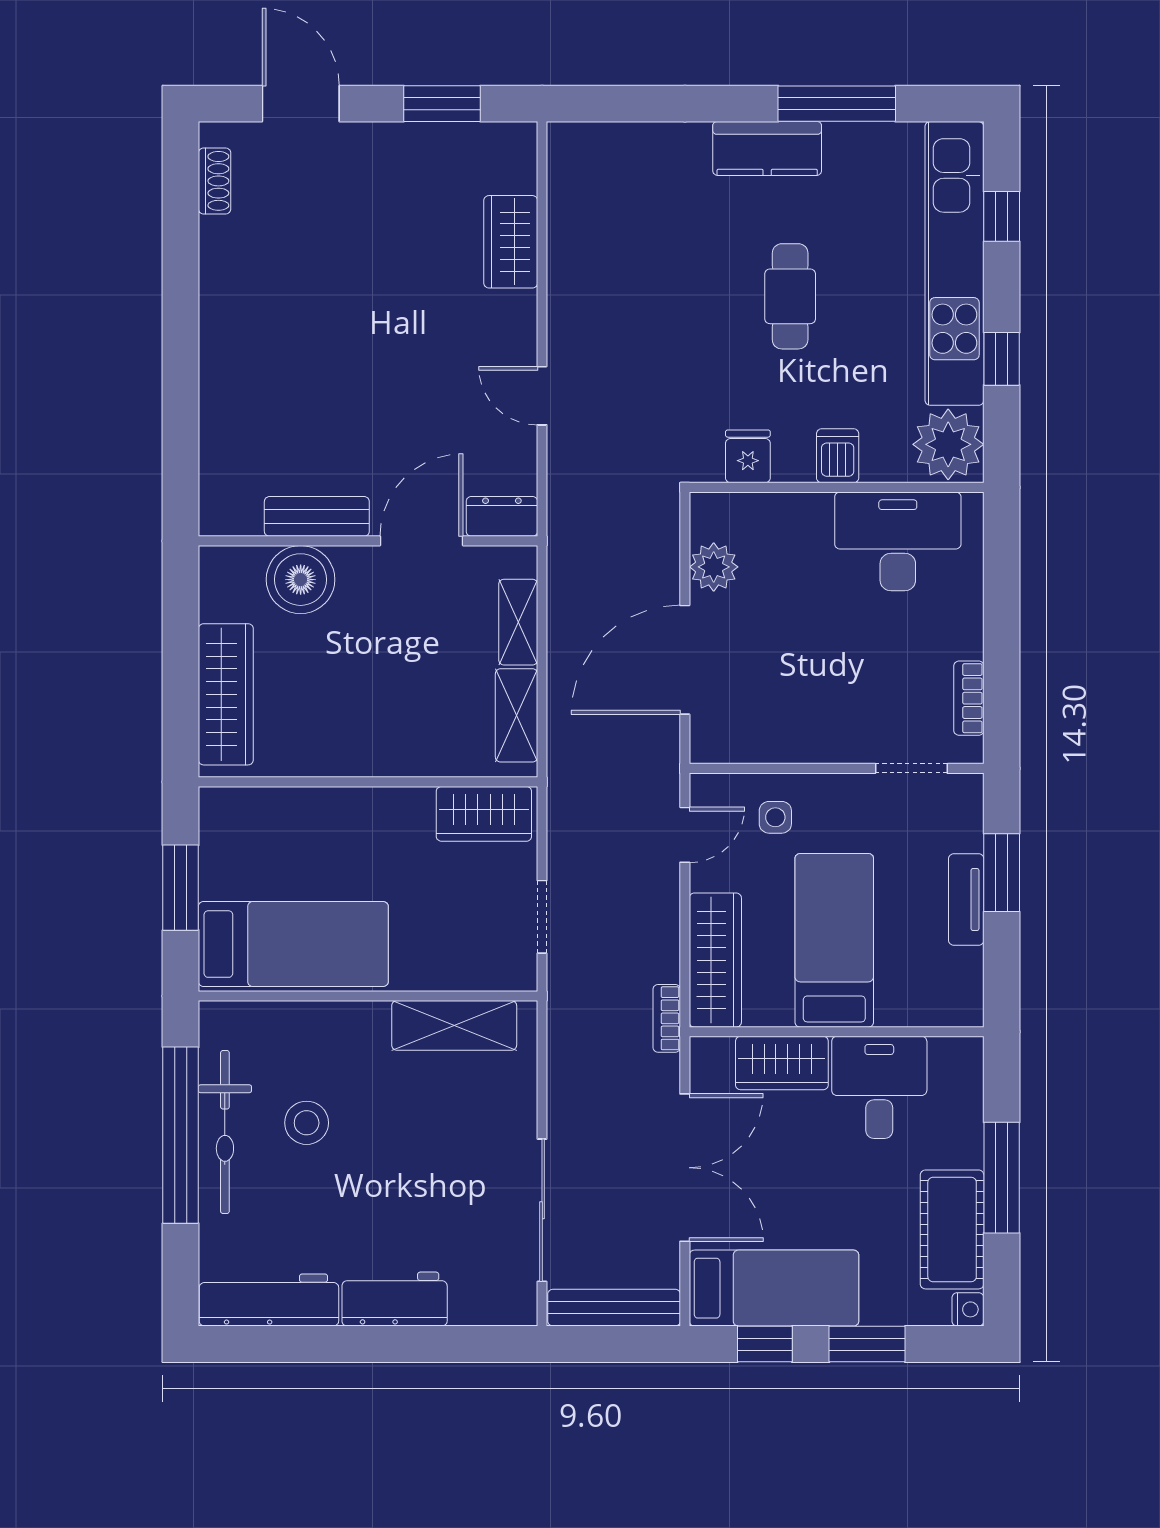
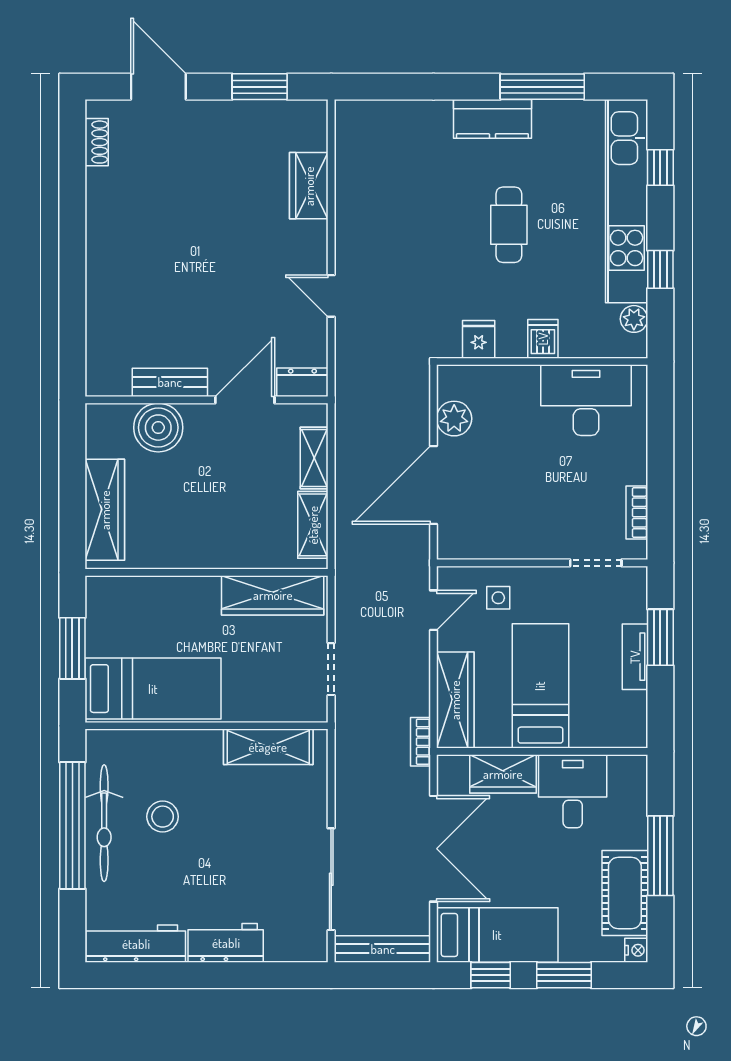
plant: (948, 444) -> (634, 319), width x0.53, depth x0.53
wardrobe: (484, 814) -> (273, 595), width x1.50

